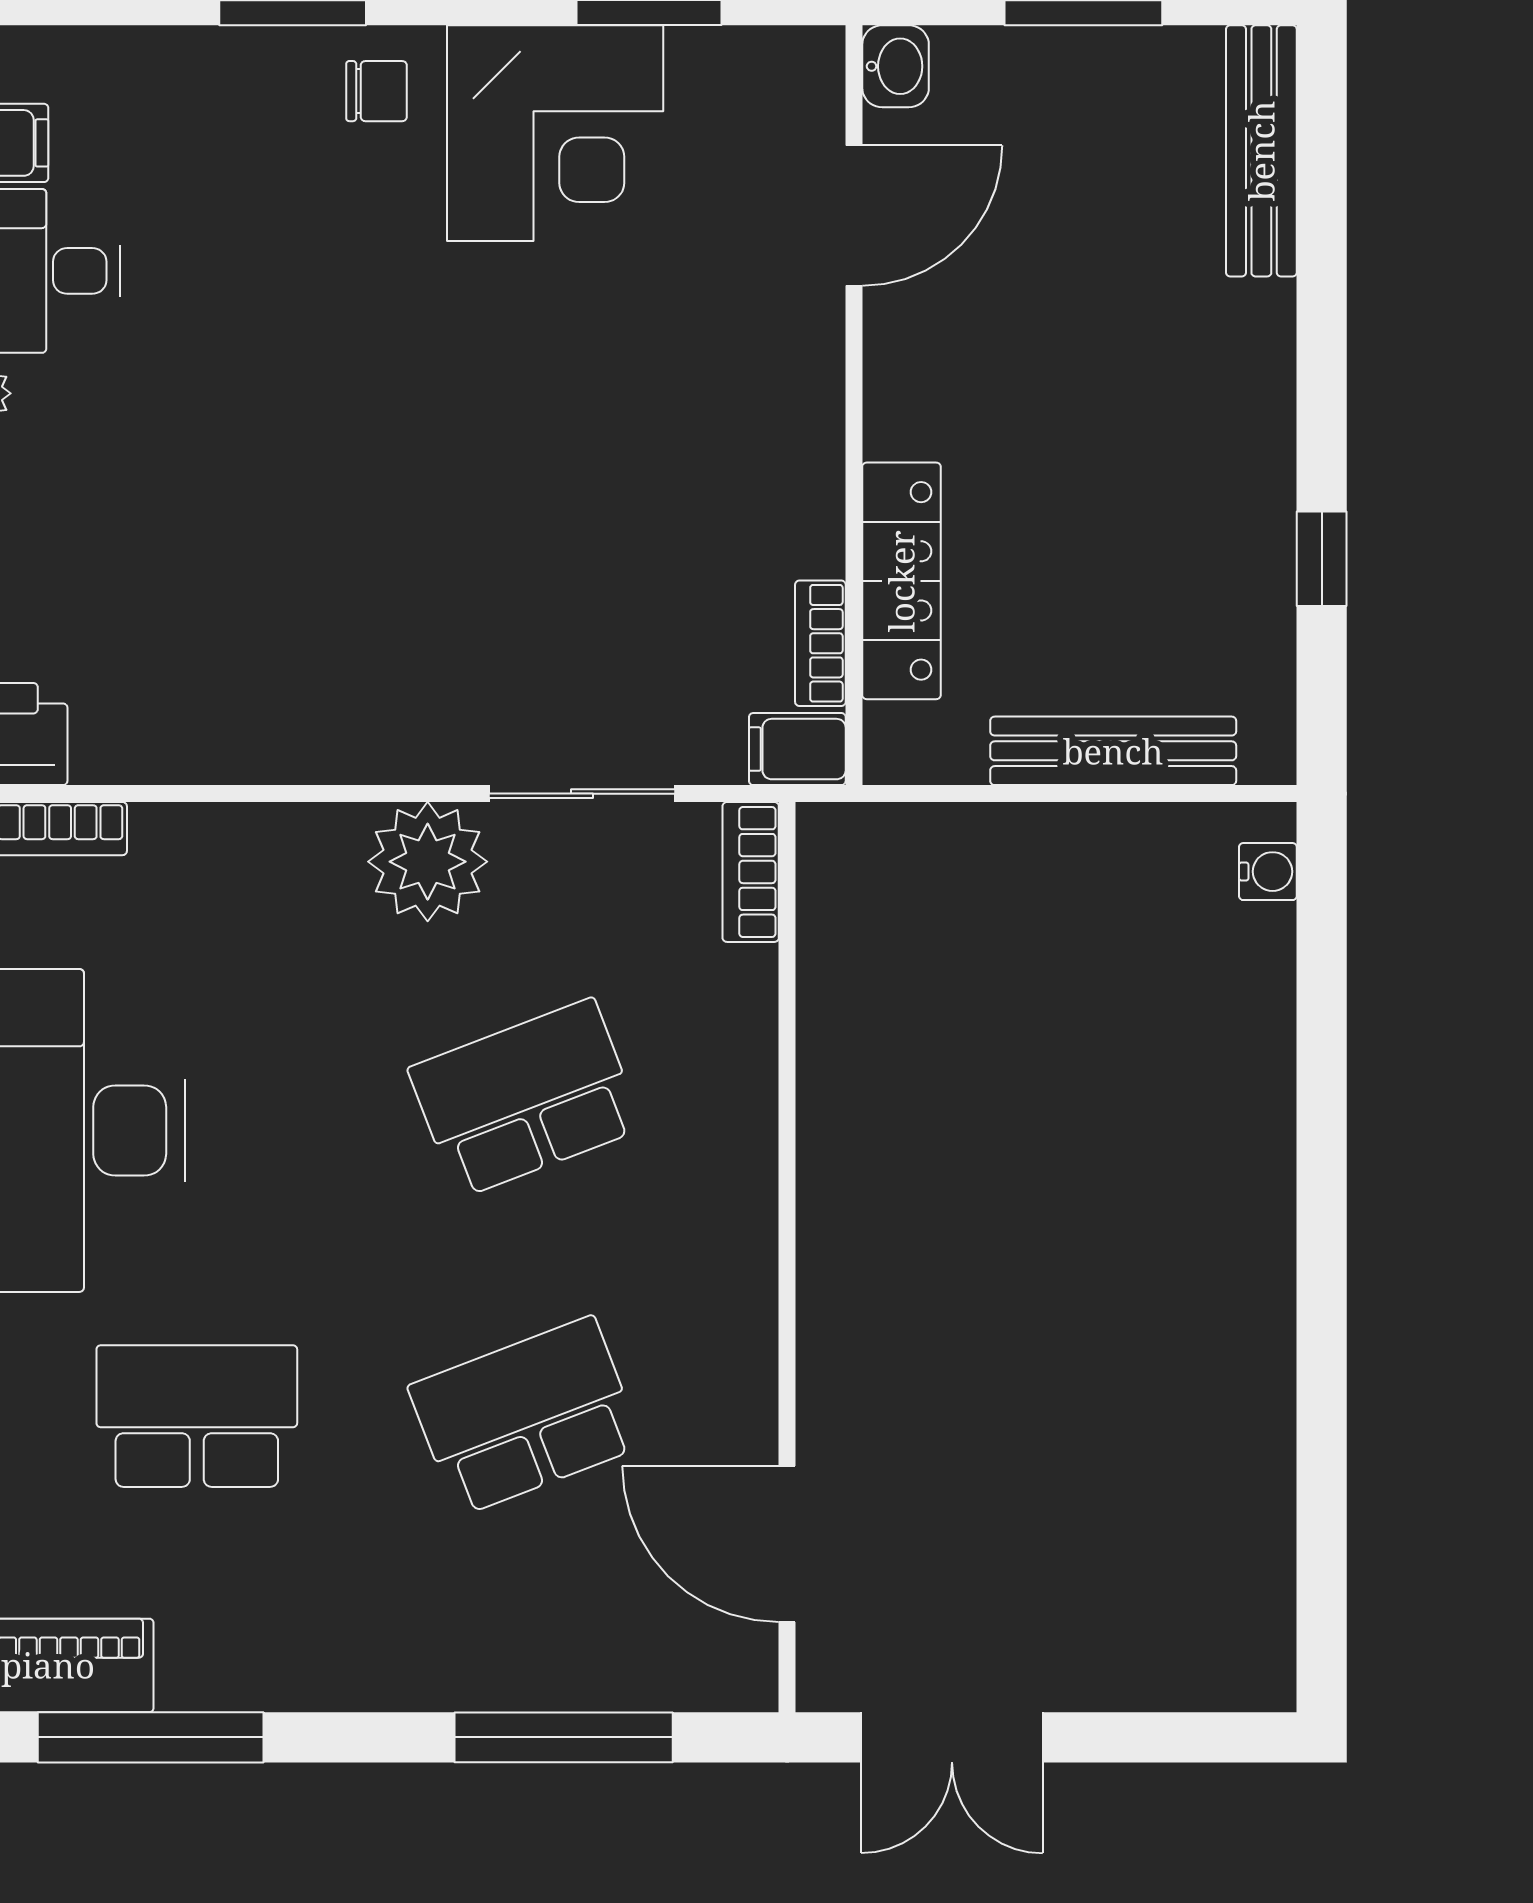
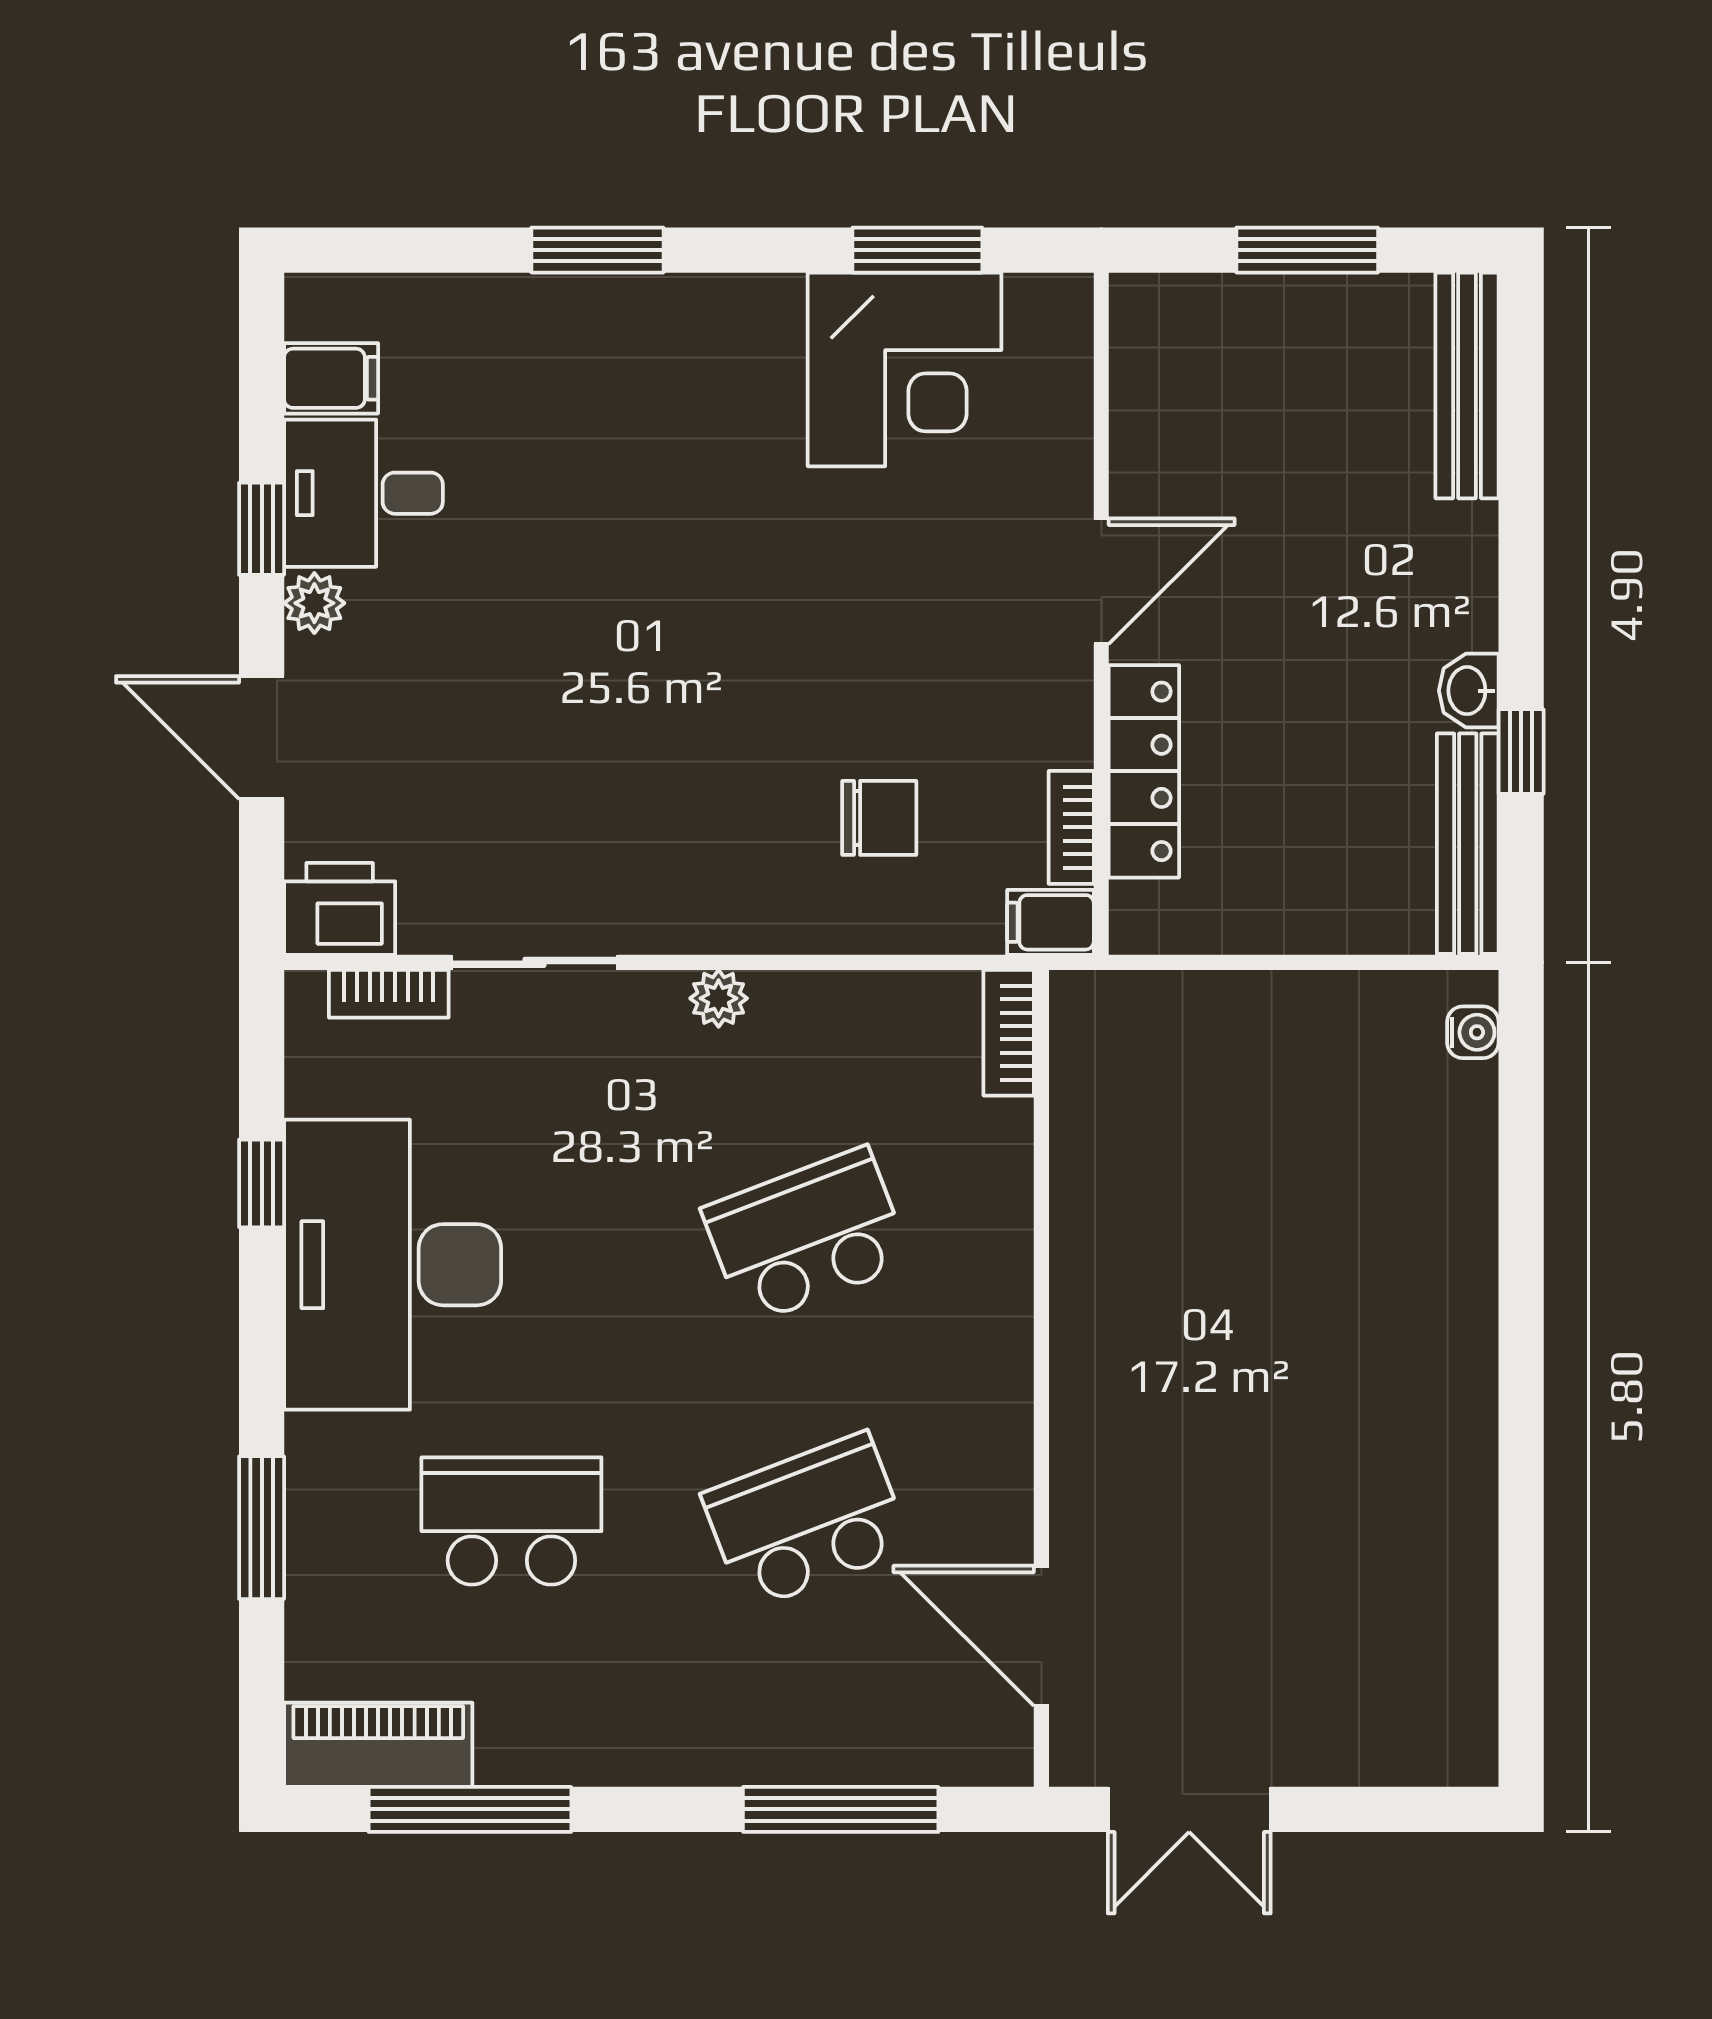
washbasin: (896, 66) -> (1469, 691), moved, turned 180
chair: (377, 91) -> (879, 818), moved, width x1.37, depth x1.37
corner desk: (555, 133) -> (905, 369), moved
door: (854, 216) -> (1101, 581), moved
bench: (1113, 751) -> (1468, 844), moved, turned 90
sliding door: (582, 794) -> (535, 962), moved
plant: (428, 862) -> (719, 998), width x0.53, depth x0.53

